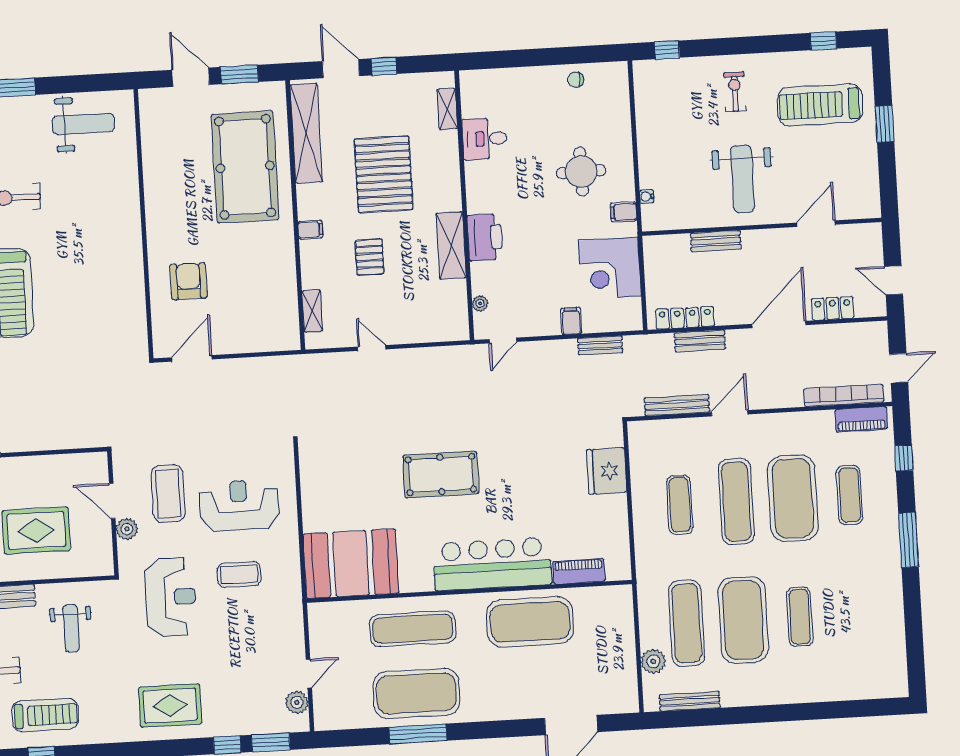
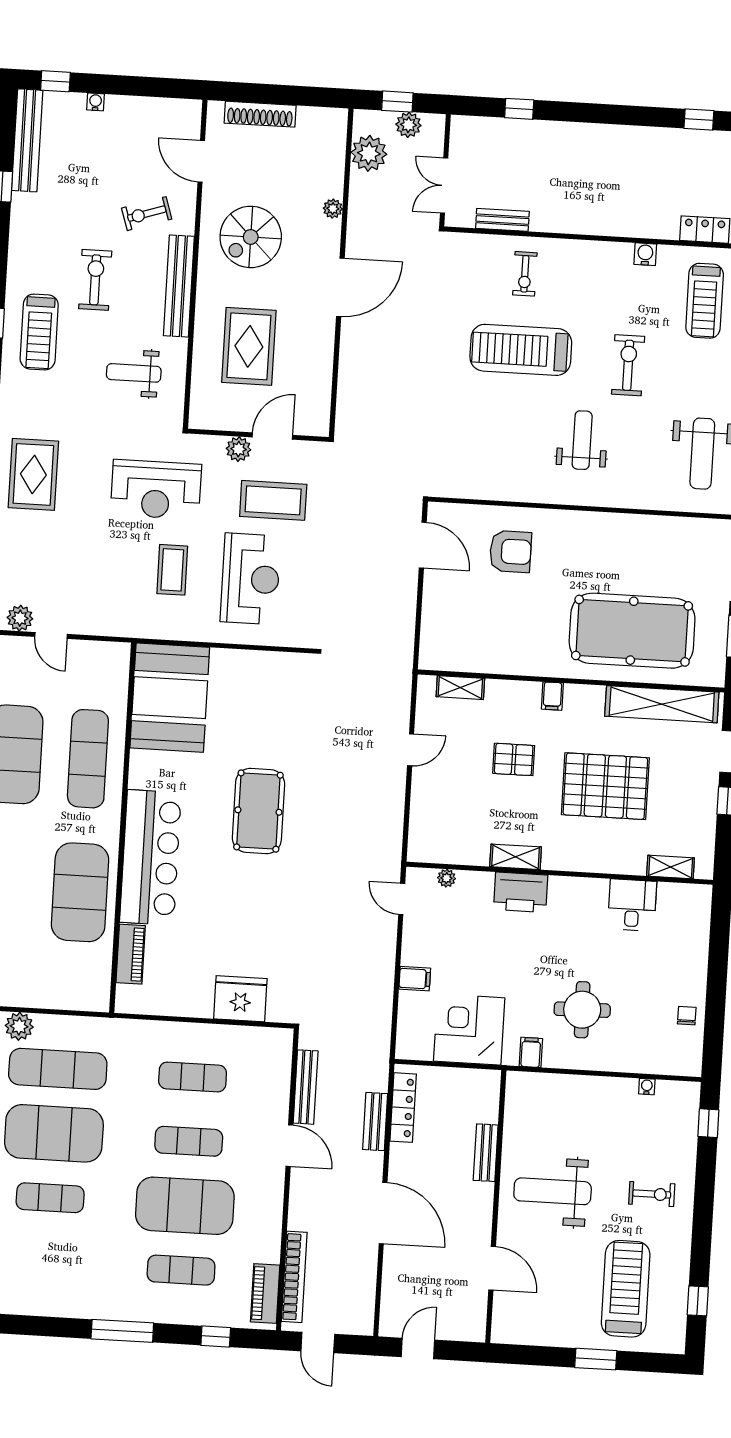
water cooler: (647, 196) -> (647, 1087), moved
weight bench: (84, 230) -> (582, 440), added
shelving: (451, 246) -> (516, 857), width x0.67, depth x0.75
locker: (833, 308) -> (394, 1276), removed
bench: (600, 345) -> (383, 1008), removed
exercise mat: (736, 502) -> (189, 1141), width x0.73, depth x0.69

